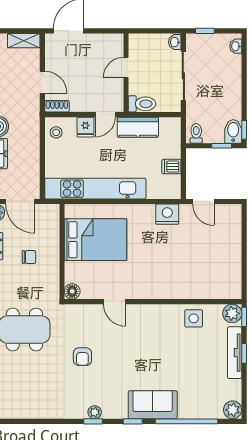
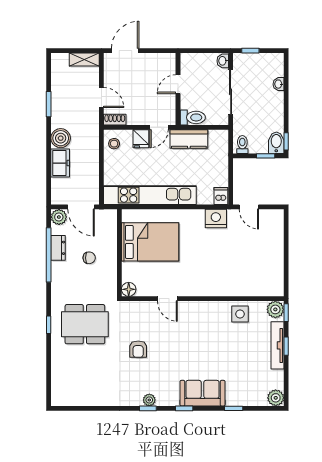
washbasin: (236, 46) -> (279, 84), moved
dishwasher: (171, 167) -> (221, 196), moved, turned 90
window: (187, 421) -> (234, 408), width x0.32

